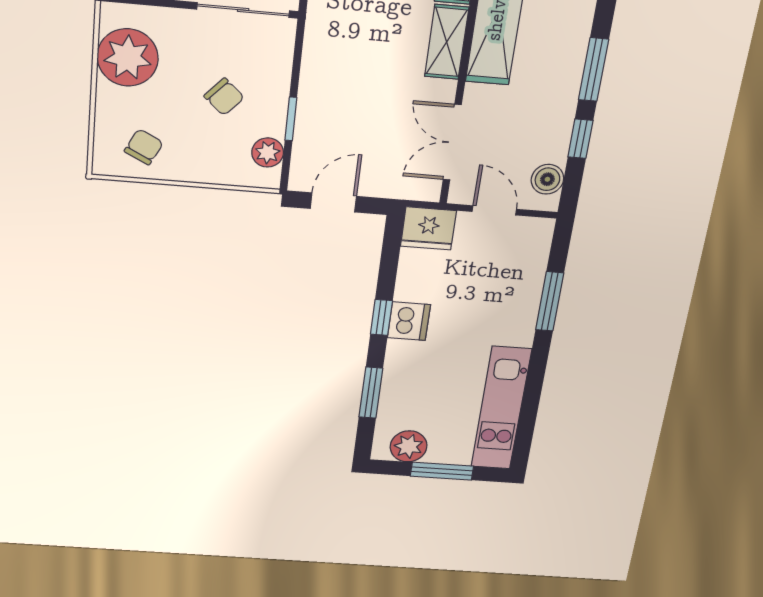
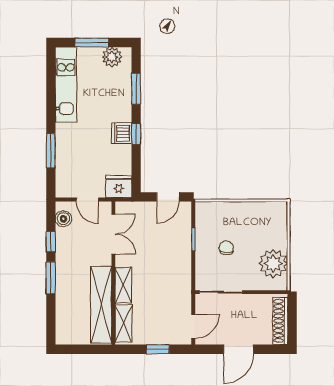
chair: (224, 97) -> (226, 248), turned 48
chair: (144, 147) -> (263, 218), removed
plant: (268, 153) -> (203, 221), removed

